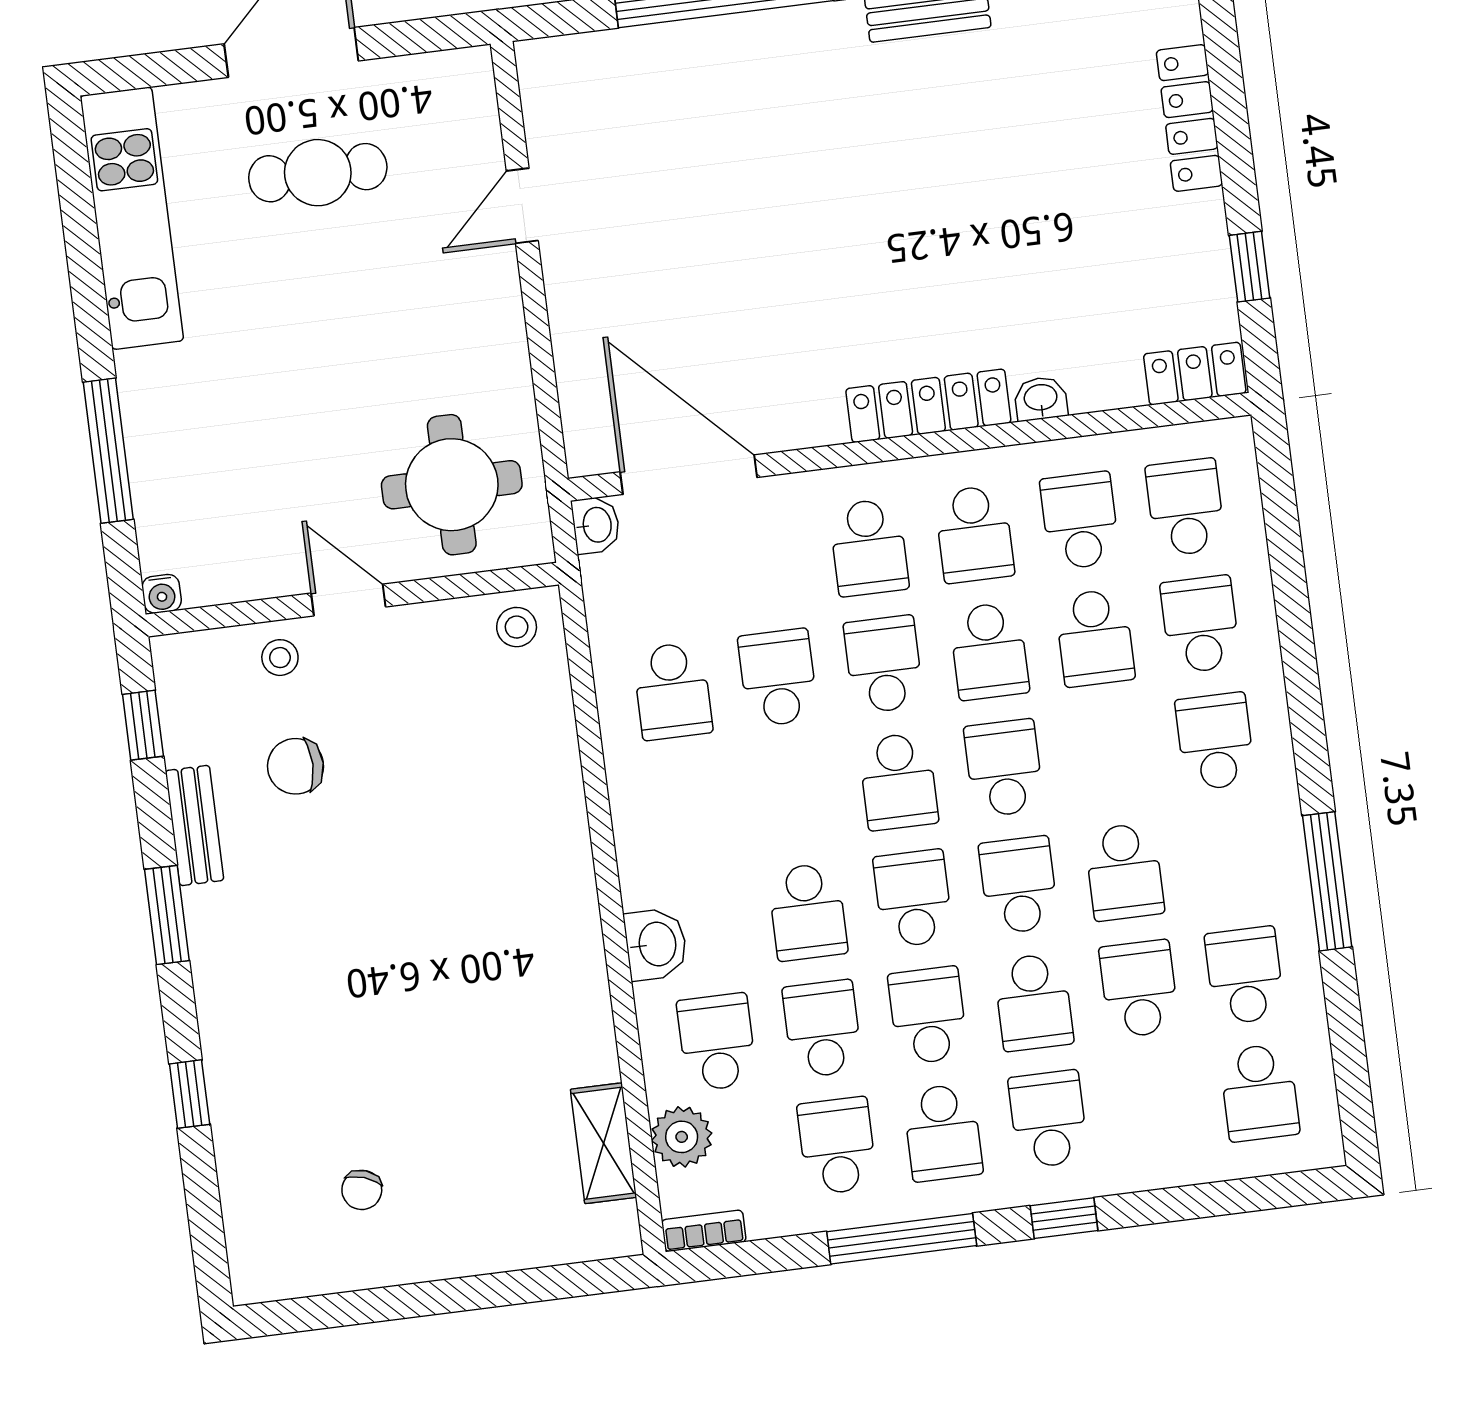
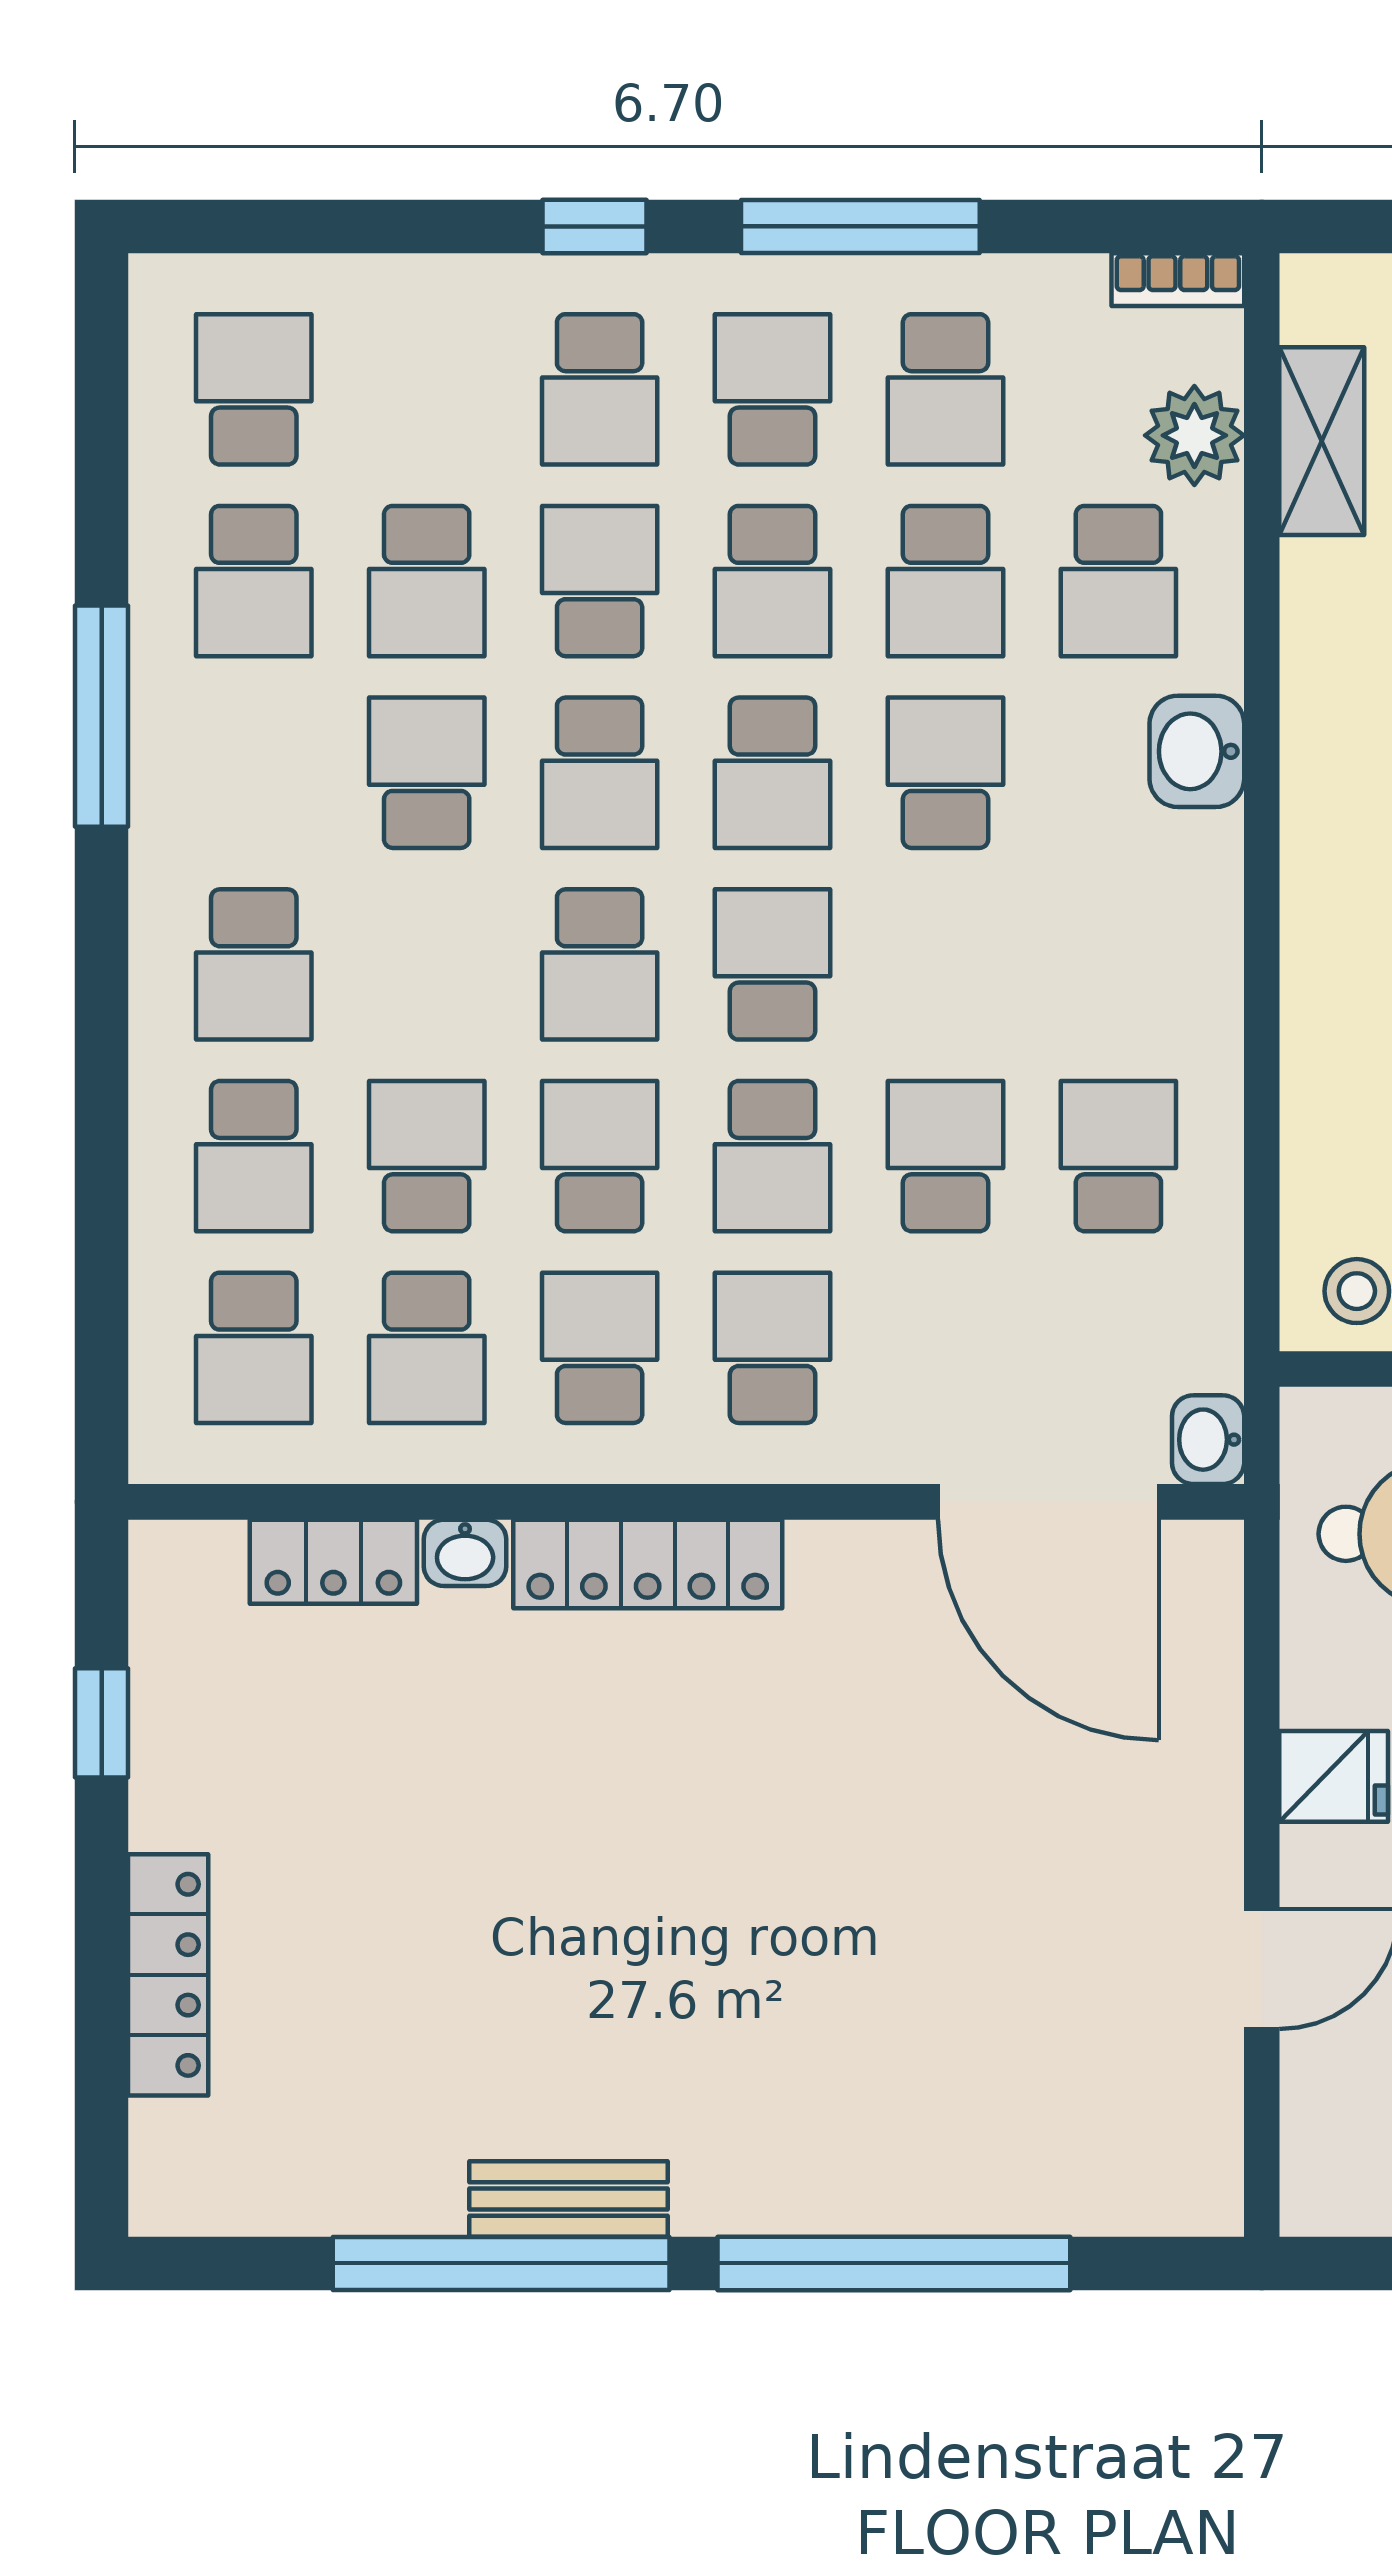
fridge: (493, 329) -> (1334, 1776), added
locker: (1195, 374) -> (333, 1562), moved
school desk: (778, 678) -> (945, 1156), turned 180

